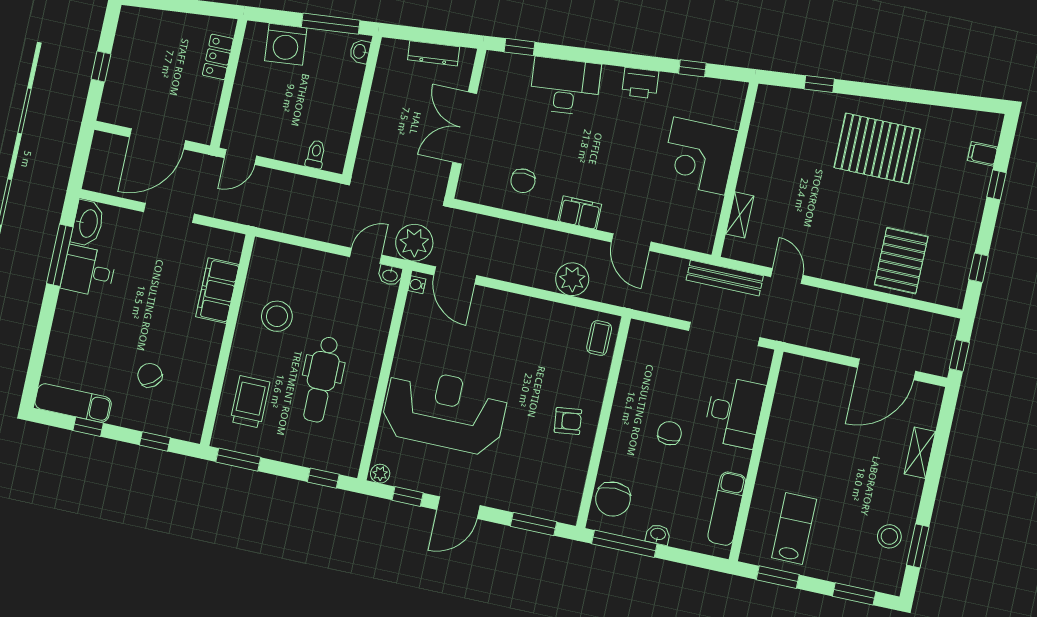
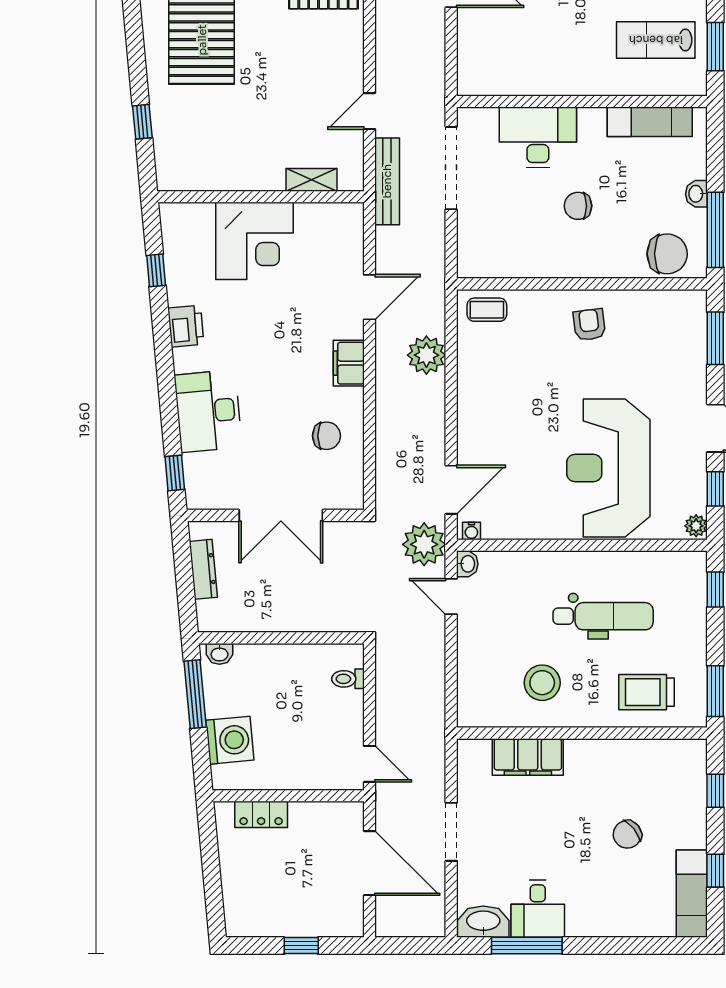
chair: (150, 375) -> (627, 834), moved

